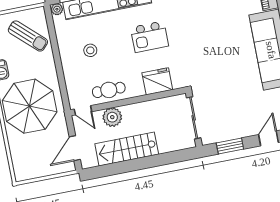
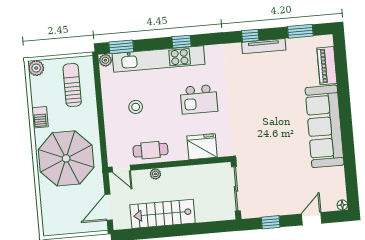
sun lounger: (28, 36) -> (72, 85), turned -133
plant: (112, 117) -> (155, 174), width x0.53, depth x0.53
window: (230, 146) -> (271, 222), width x0.67

